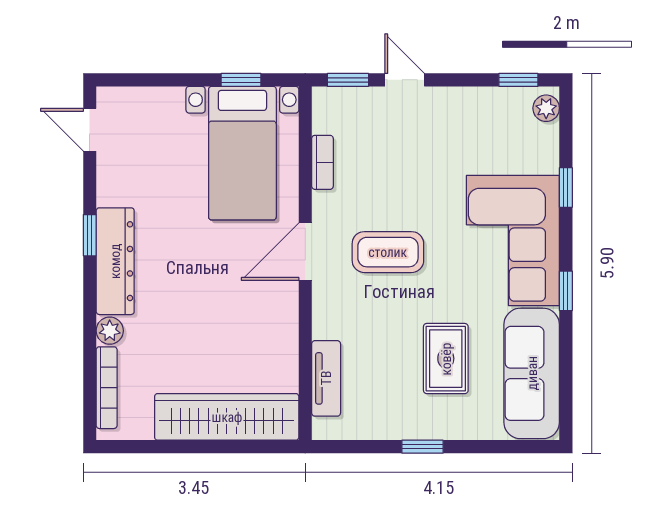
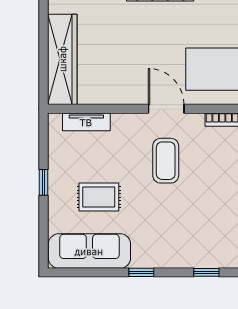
corner sofa: (513, 240) -> (173, 239), removed

